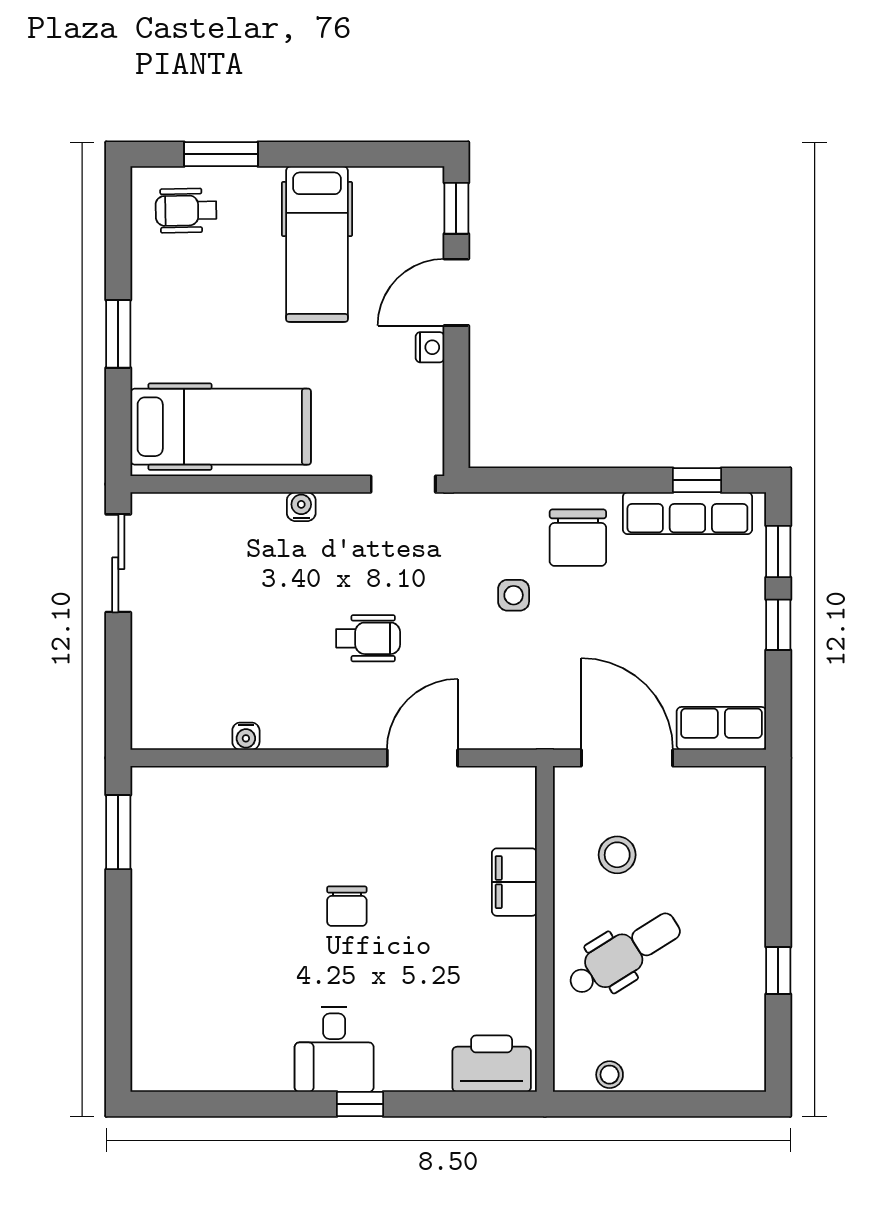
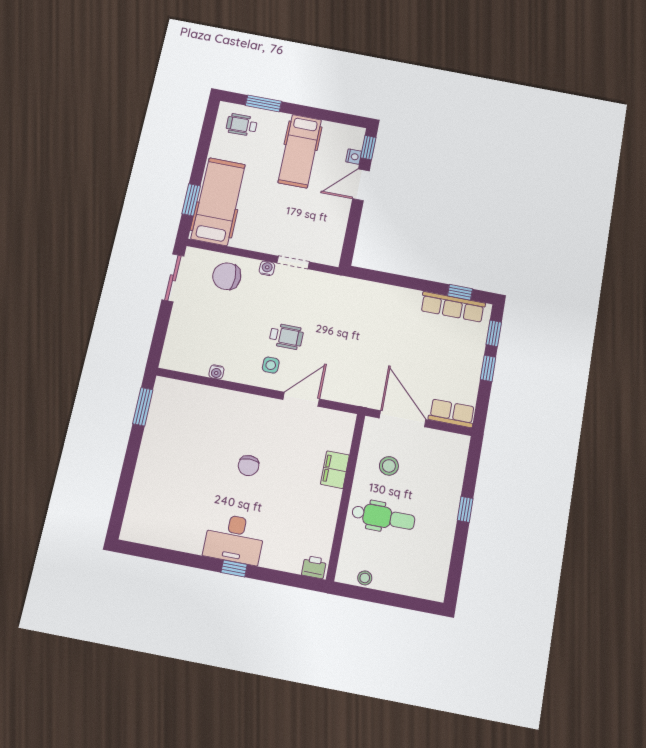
window: (118, 334) -> (191, 200), moved
nightstand: (430, 347) -> (354, 157), moved
hospital bed: (221, 427) -> (218, 201), moved, turned -90
doorway: (403, 484) -> (293, 262), moved
chair: (578, 538) -> (227, 276), moved, turned 90
side table: (514, 595) -> (271, 365), moved
dental chair: (624, 954) -> (383, 517), turned 32
window: (778, 971) -> (465, 509), moved
desk: (334, 1049) -> (234, 539), width x1.37
printer: (492, 1064) -> (314, 567), width x0.53, depth x0.68

